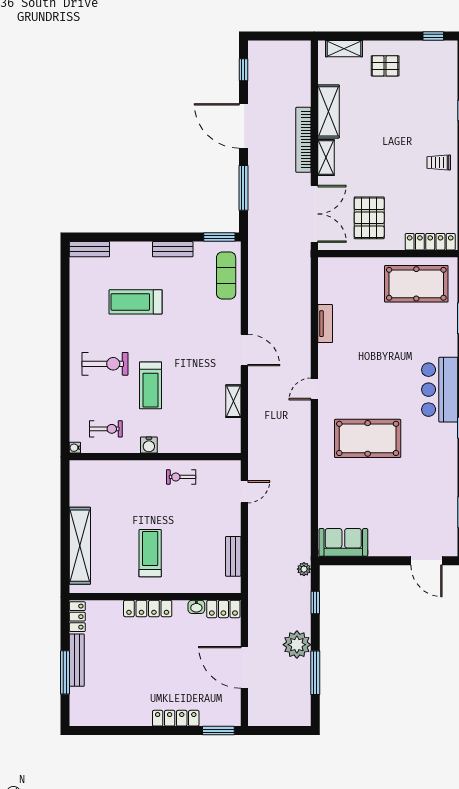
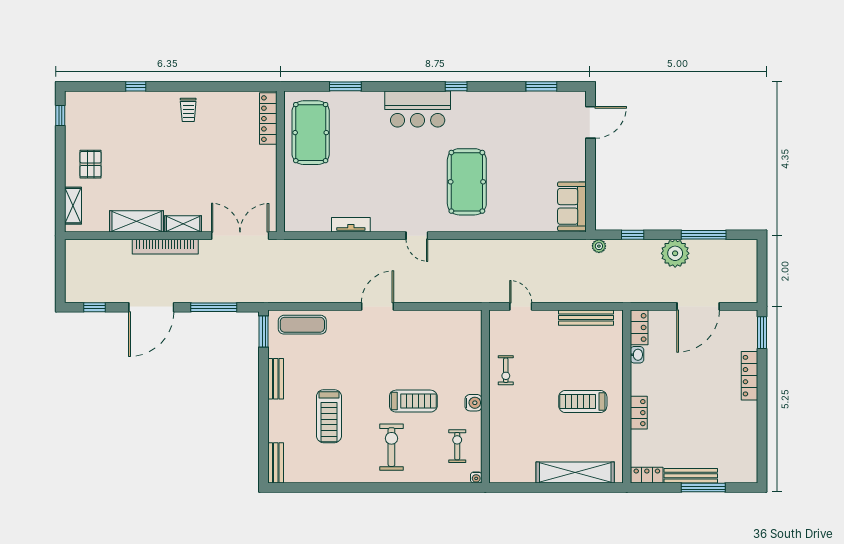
pallet: (369, 218) -> (244, 180), removed
shelving: (233, 401) -> (429, 317), removed
bench: (233, 556) -> (586, 318), width x1.36
locker: (148, 608) -> (639, 413), width x0.66

